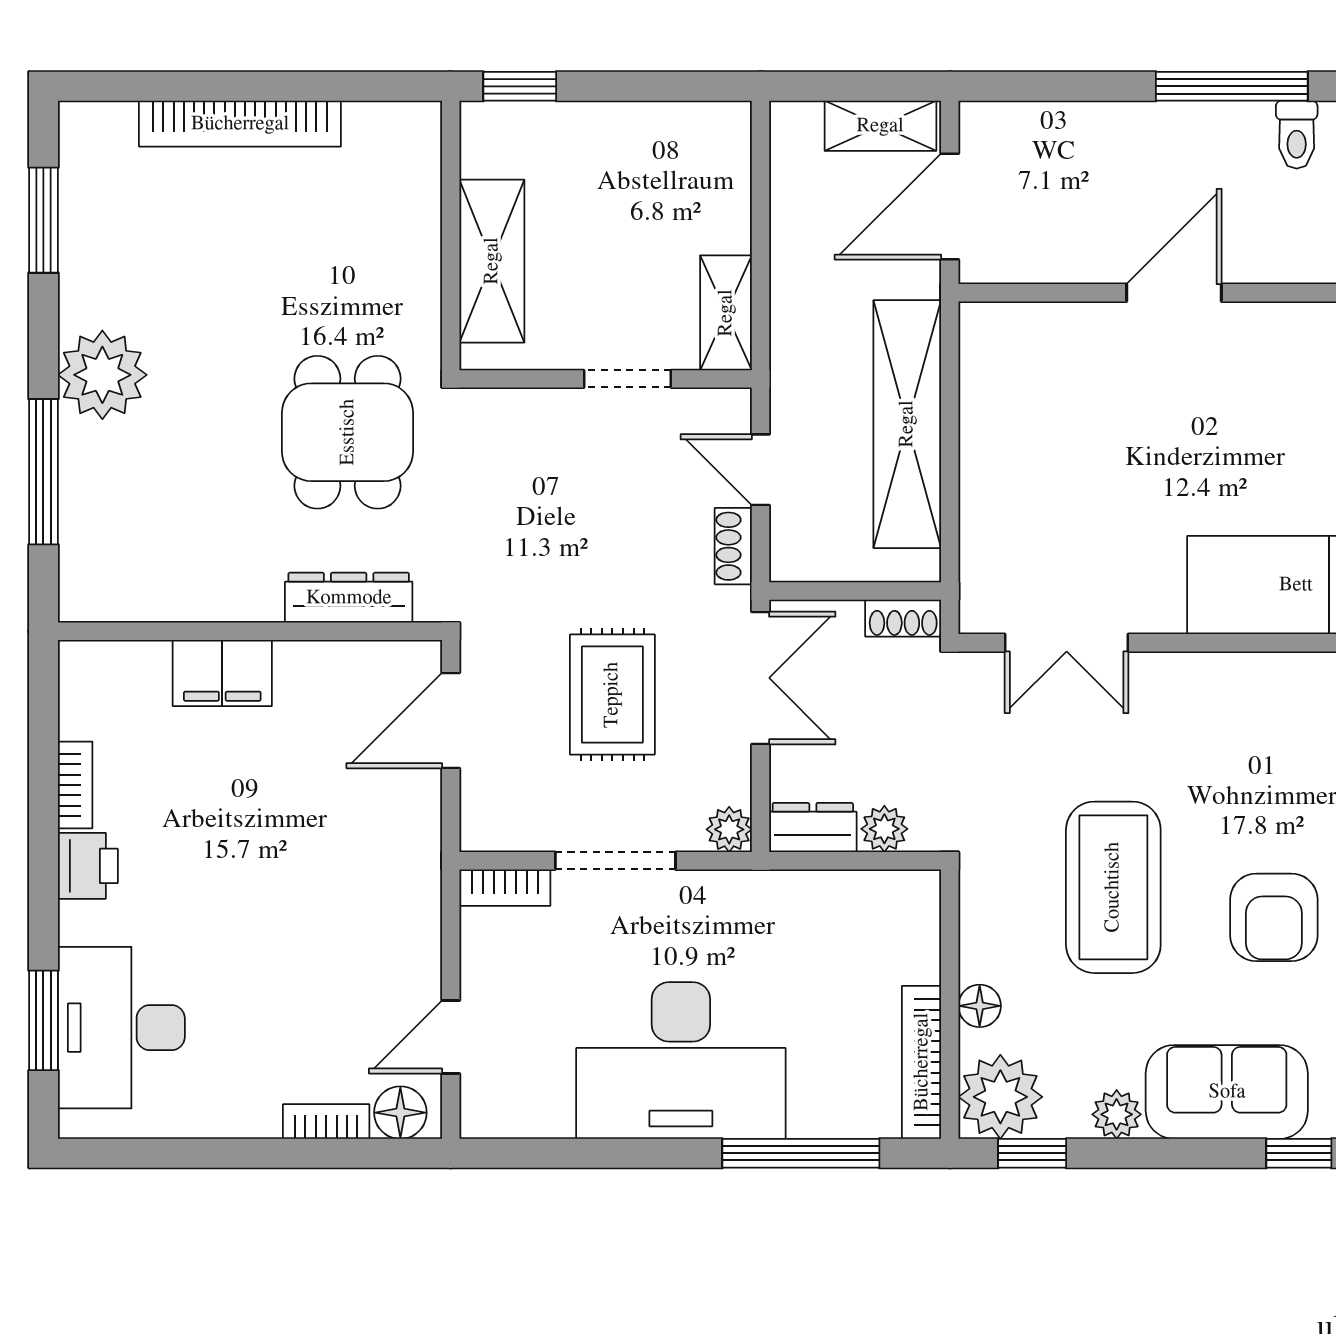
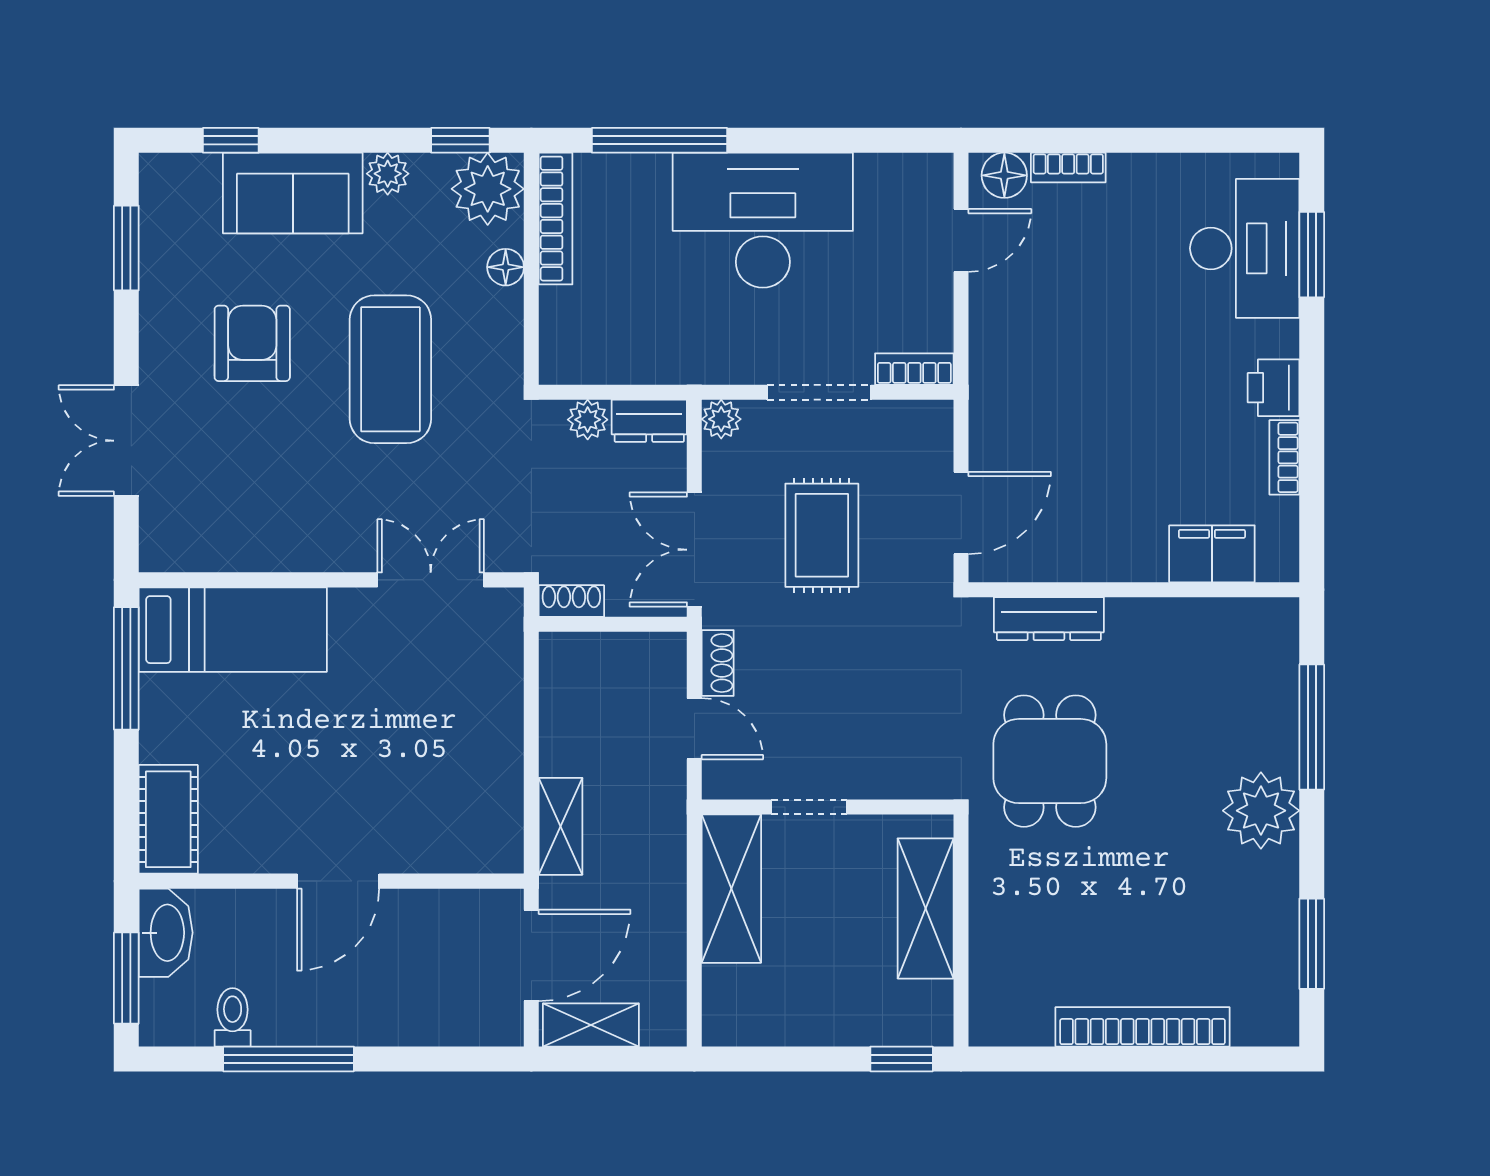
shelving: (726, 313) -> (731, 889), width x1.50, depth x1.33
shelving: (907, 424) -> (561, 826), width x0.45, depth x0.75
filing cabinet: (222, 673) -> (1212, 554), moved

